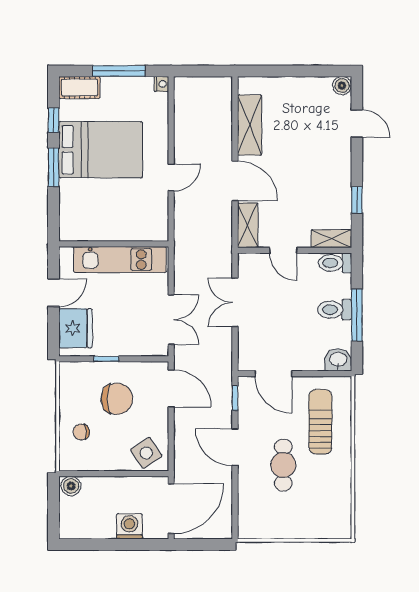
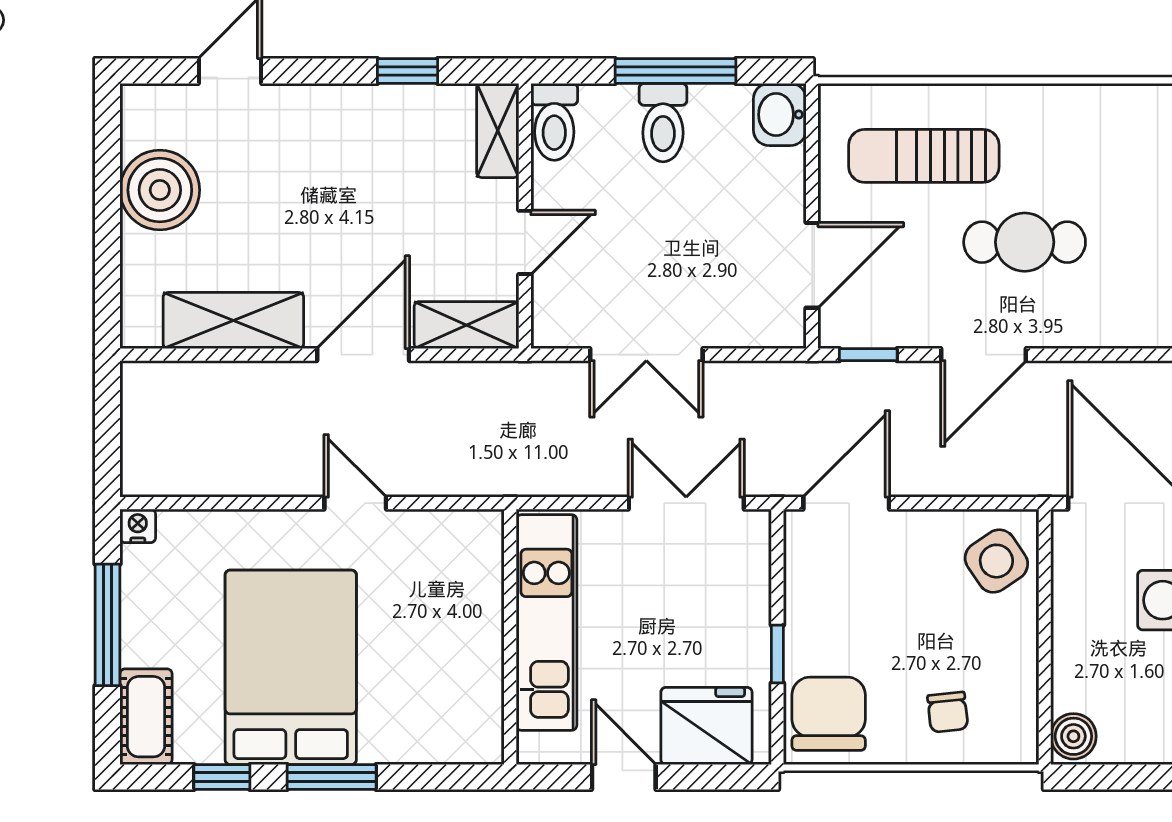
boiler: (342, 86) -> (160, 190), moved, width x1.86, depth x1.86
chair: (117, 399) -> (829, 714), moved

